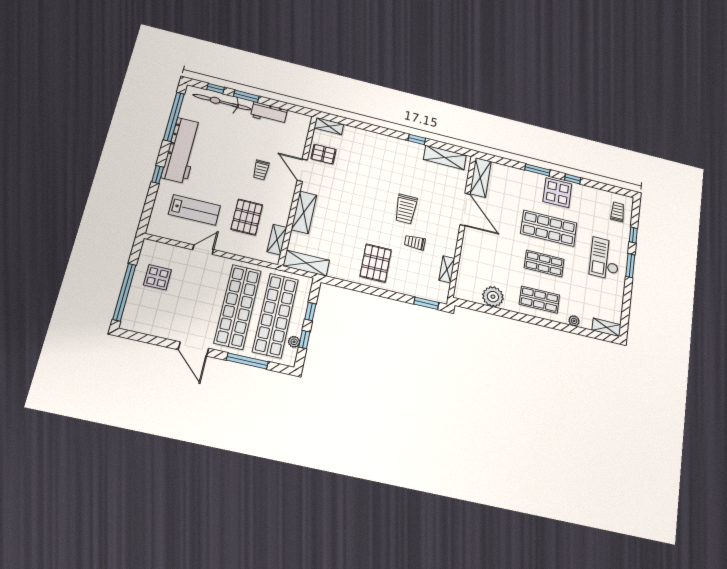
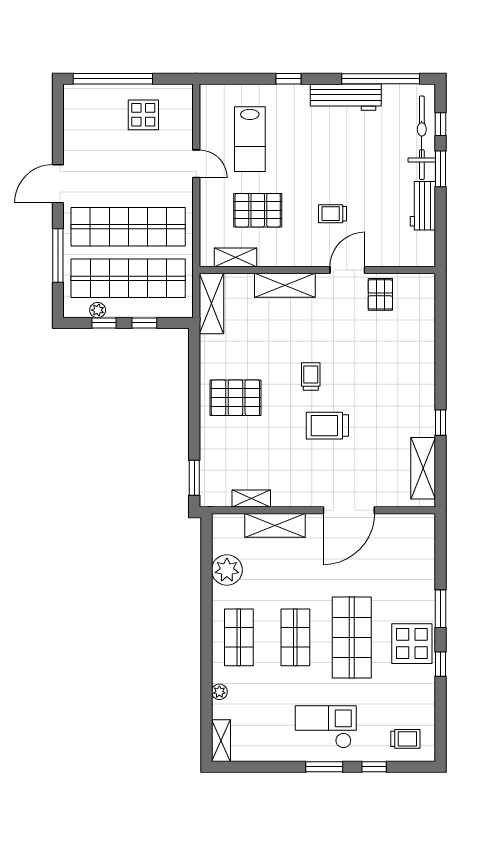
shelving: (329, 126) -> (426, 293), removed
workbench: (182, 150) -> (346, 97), width x0.73, depth x0.76
shelving: (480, 177) -> (275, 525), moved
trolley: (415, 242) -> (311, 376), moved

